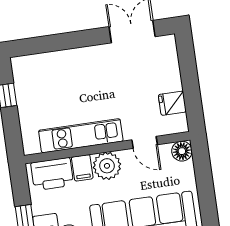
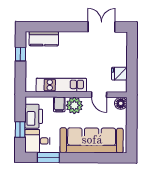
kitchen counter: (41, 65) -> (44, 39), added
printer: (52, 174) -> (34, 116), moved, turned -90

